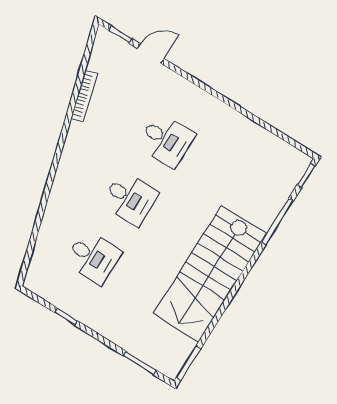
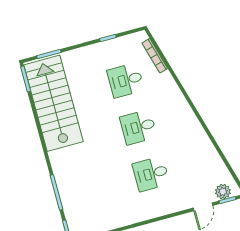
plant: (116, 47) -> (223, 192), added
bookcase: (84, 96) -> (155, 56), moved
stairs: (210, 274) -> (53, 103), moved

